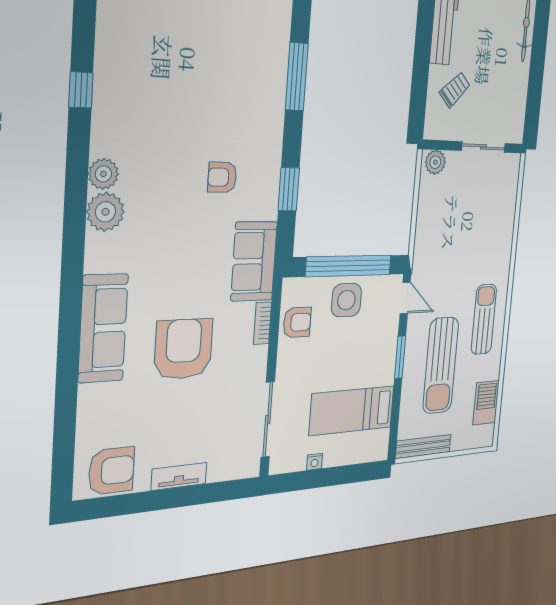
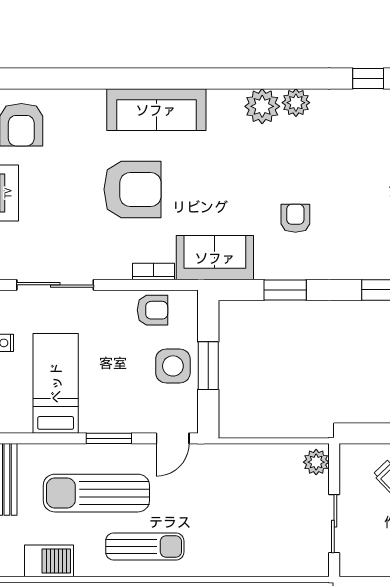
window: (349, 266) -> (208, 366), width x0.47
armchair: (297, 322) -> (153, 310), turned -90

